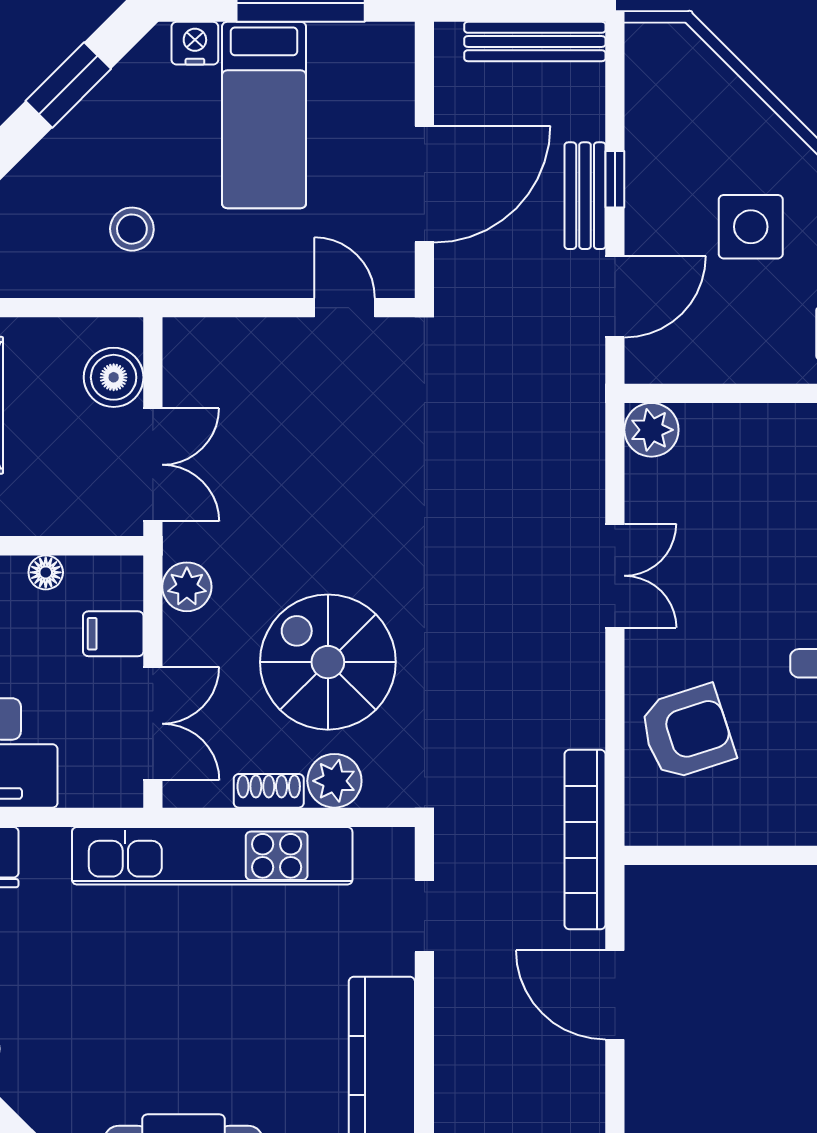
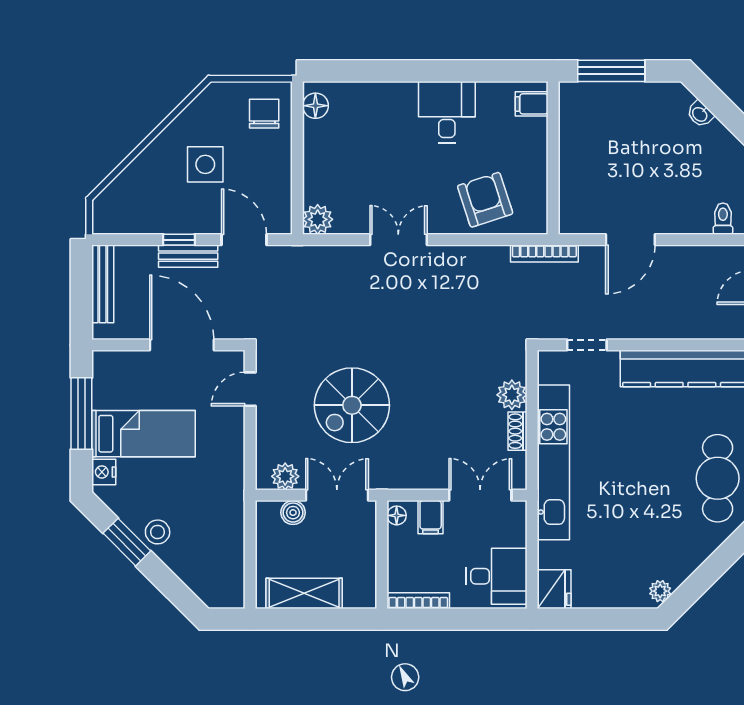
stool: (132, 229) -> (158, 532), moved
boiler: (114, 377) -> (293, 513), width x0.73, depth x0.73
floor lamp: (46, 572) -> (397, 515), moved
plant: (187, 587) -> (285, 476), moved
spiral stairs: (328, 662) -> (352, 405), moved
bookcase: (585, 840) -> (544, 253), width x0.68, depth x0.76

